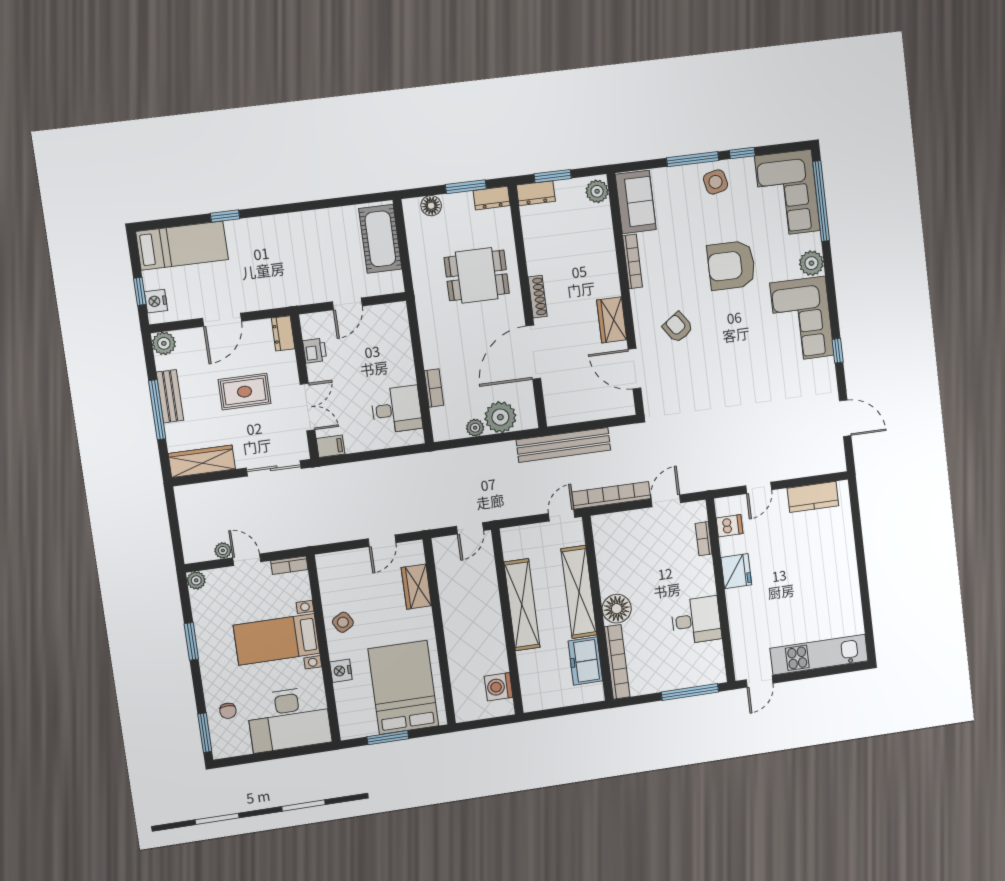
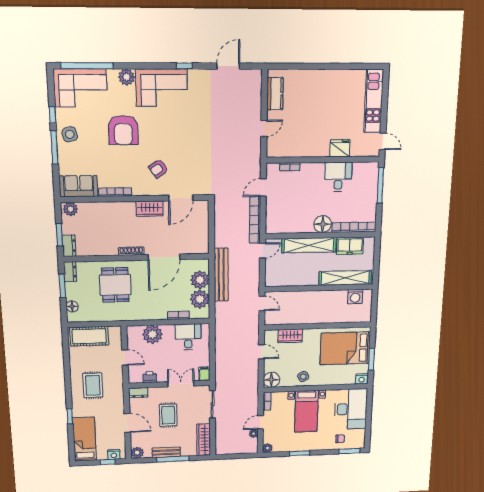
rug: (289, 252) -> (93, 385), added
plant: (395, 347) -> (152, 334), added
door: (533, 352) -> (164, 257), hinge flipped
plant: (475, 428) -> (200, 299), width x1.87, depth x1.87
bench: (563, 445) -> (221, 275), moved
door: (759, 488) -> (264, 128), hinge flipped
door: (666, 501) -> (263, 187), hinge flipped
door: (562, 515) -> (263, 251), swing flipped
dishwasher: (730, 526) -> (284, 150), removed
floor lamp: (331, 567) -> (271, 380), added
fridge: (736, 571) -> (340, 148), moved
shelving: (522, 605) -> (345, 278), moved
nightstand: (341, 671) -> (362, 379), moved

